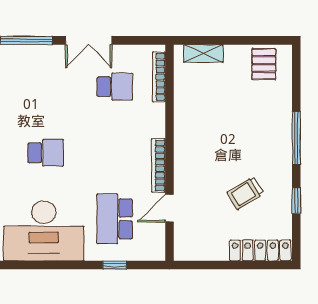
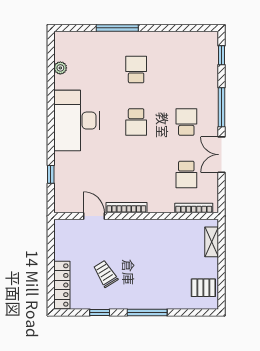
school desk: (115, 219) -> (186, 122), moved, width x0.54

